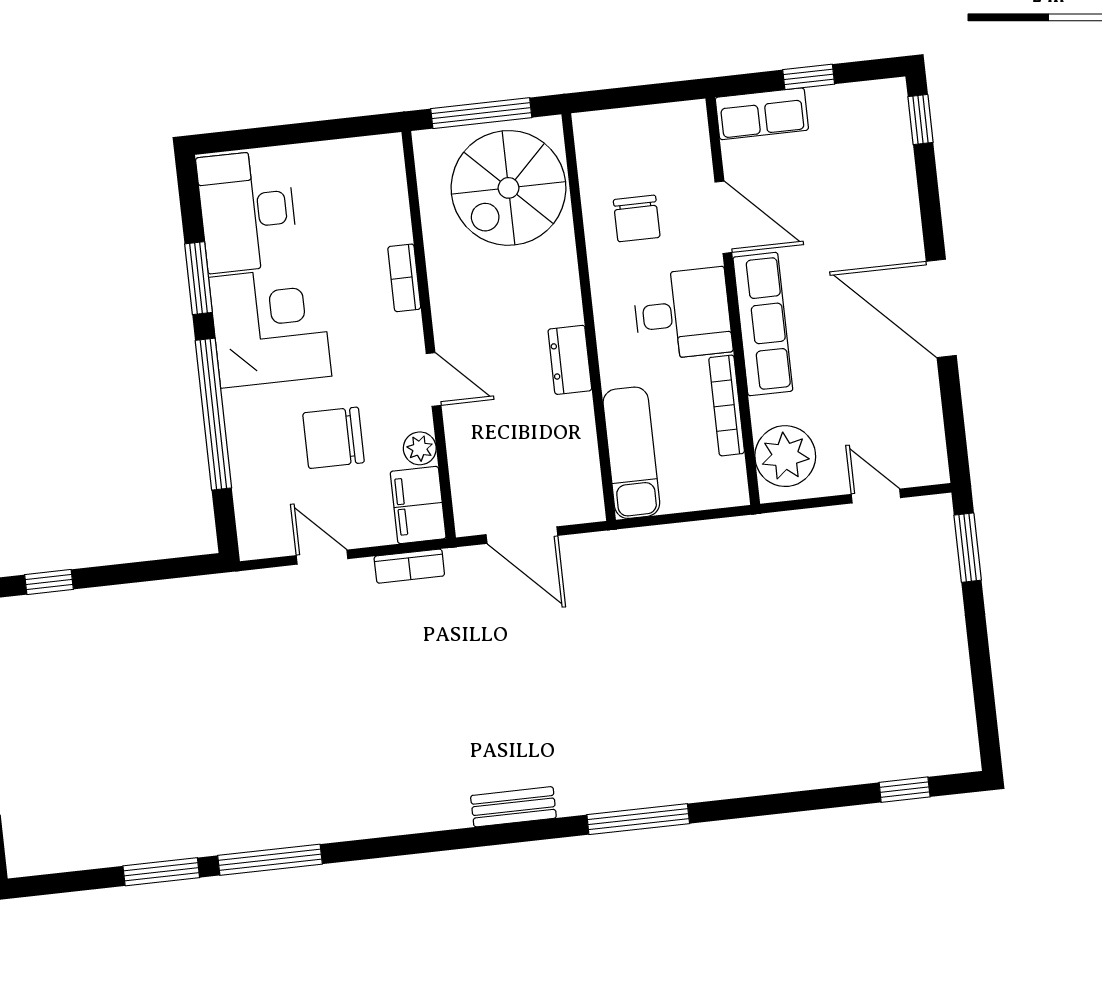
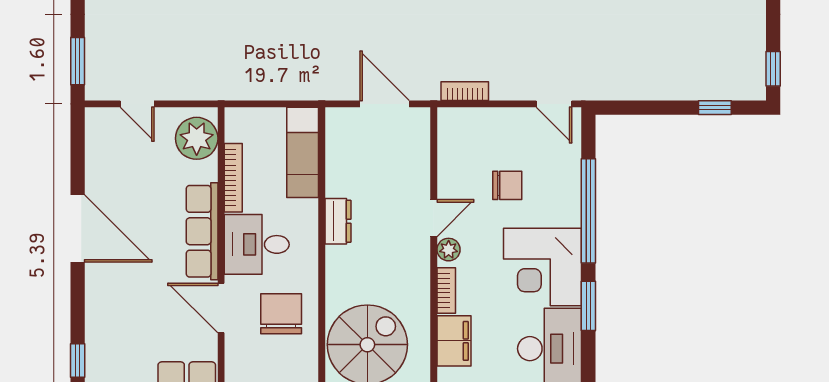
chair: (637, 218) -> (281, 314), width x1.37, depth x1.37
door: (434, 379) -> (434, 218), swing flipped
chair: (334, 438) -> (507, 185), width x0.73, depth x0.73
plant: (420, 448) -> (449, 250), moved
filing cabinet: (418, 505) -> (454, 341), moved
door: (322, 557) -> (554, 104), moved

